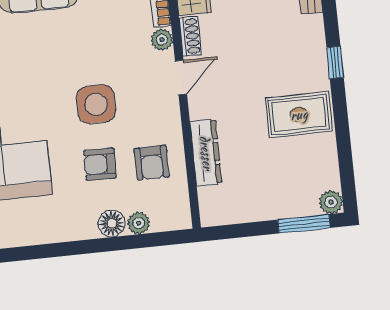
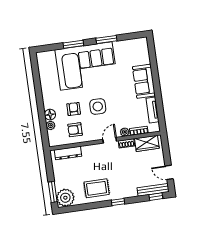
door: (181, 78) -> (110, 140), swing flipped
rug: (299, 115) -> (97, 188), turned 90
dresser: (206, 153) -> (68, 153), moved
plant: (331, 202) -> (65, 198), width x1.88, depth x1.88

